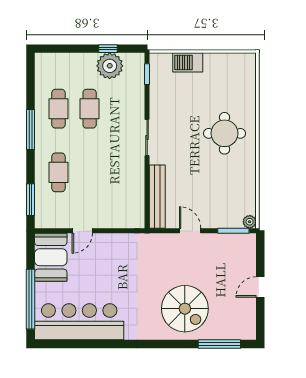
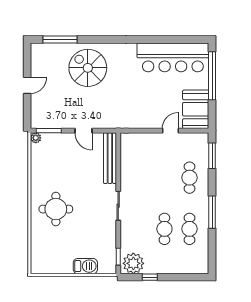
plant: (110, 66) -> (133, 263), moved

